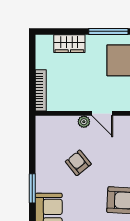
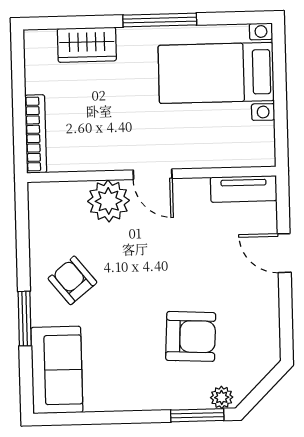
plant: (84, 122) -> (109, 201), width x1.88, depth x1.88
armchair: (78, 163) -> (72, 280), moved

